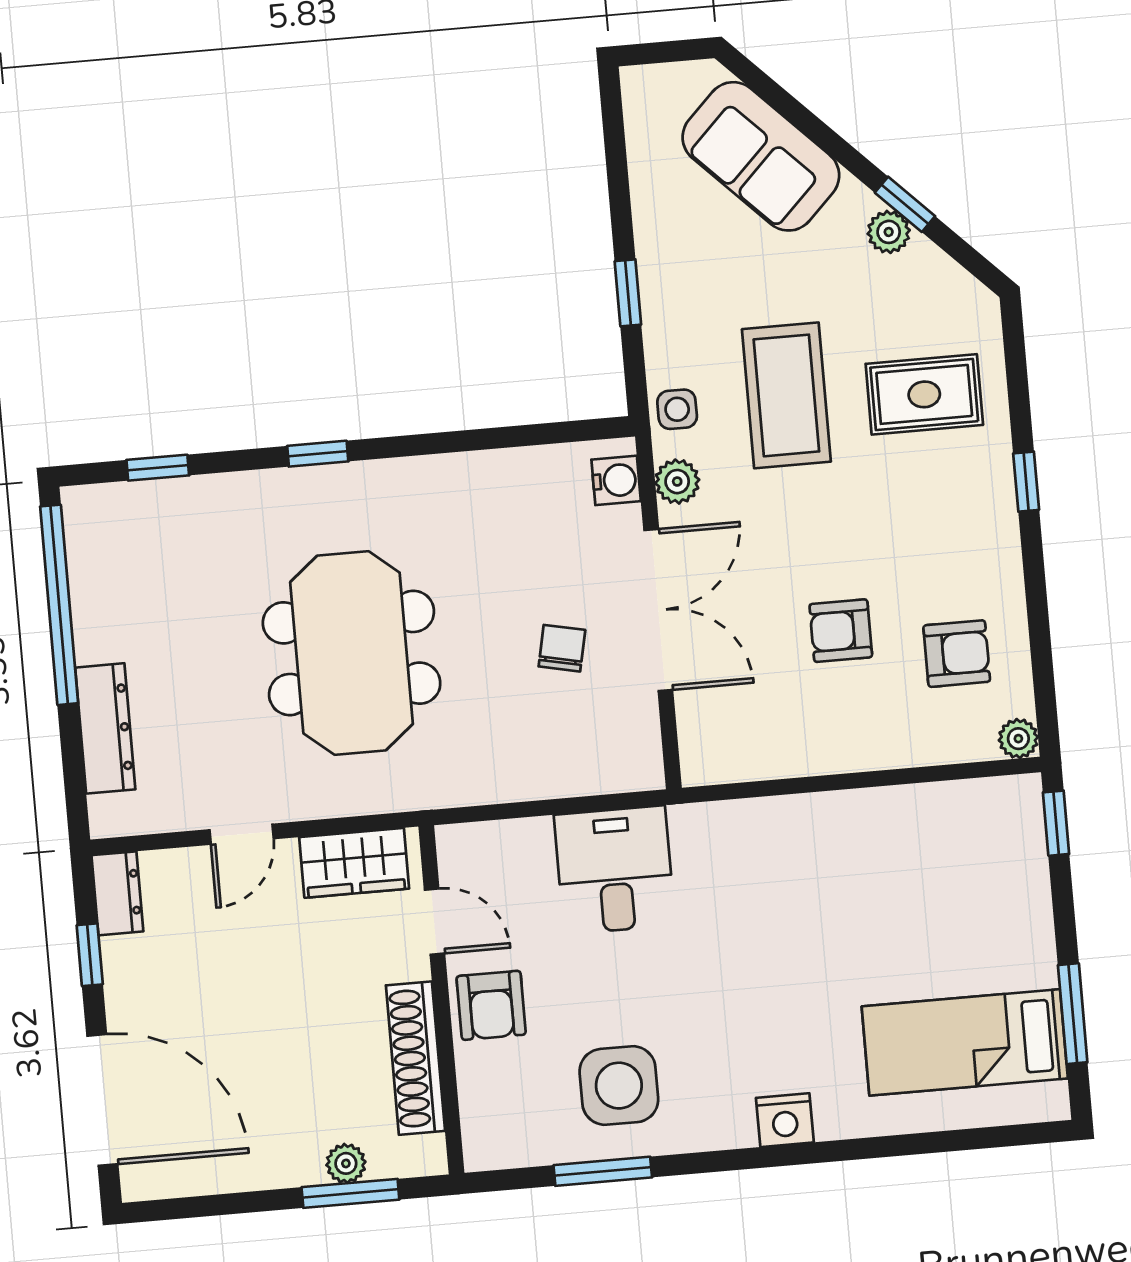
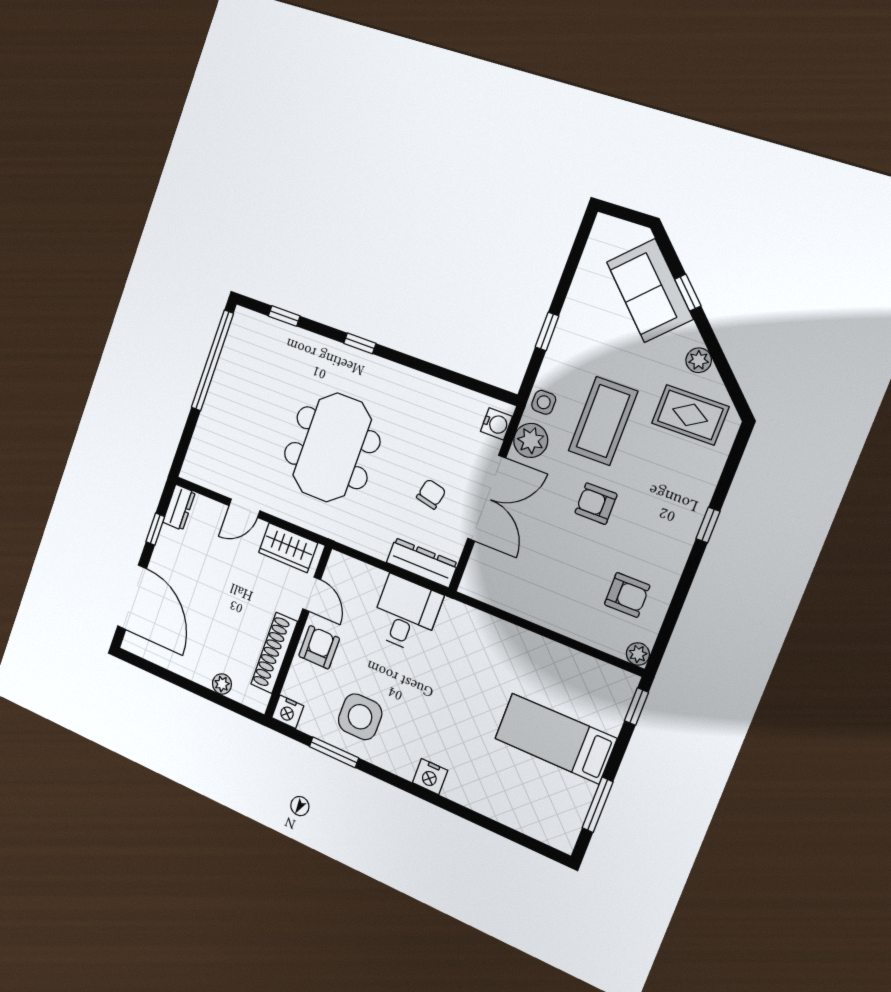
window: (905, 204) -> (688, 293), moved
rug: (924, 394) -> (690, 415), moved
plant: (677, 482) -> (531, 440), width x1.38, depth x1.38
armchair: (841, 631) -> (596, 504), moved
dresser: (105, 728) -> (422, 563), moved, turned -90
armchair: (491, 1005) -> (319, 647), turned 180
bed: (965, 1042) -> (555, 738), moved
nightstand: (488, 1147) -> (288, 712), added
window: (350, 1193) -> (218, 699), removed

